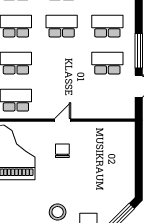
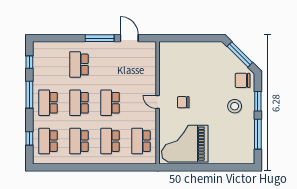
school desk: (107, 63) -> (110, 103), moved

